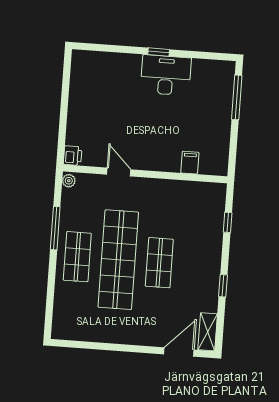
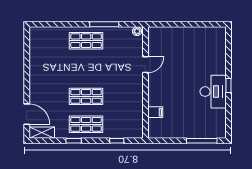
printer: (73, 156) -> (154, 33), removed
shop shelf: (118, 260) -> (86, 124), moved, width x0.50, depth x0.74

